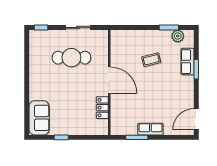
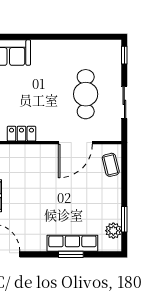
coffee table: (151, 60) -> (111, 165), moved
row of seats: (188, 62) -> (72, 243), width x1.48
door: (109, 80) -> (75, 143), moved

